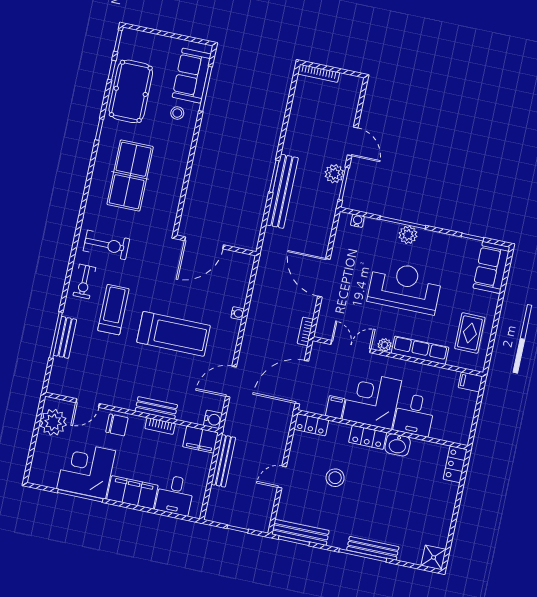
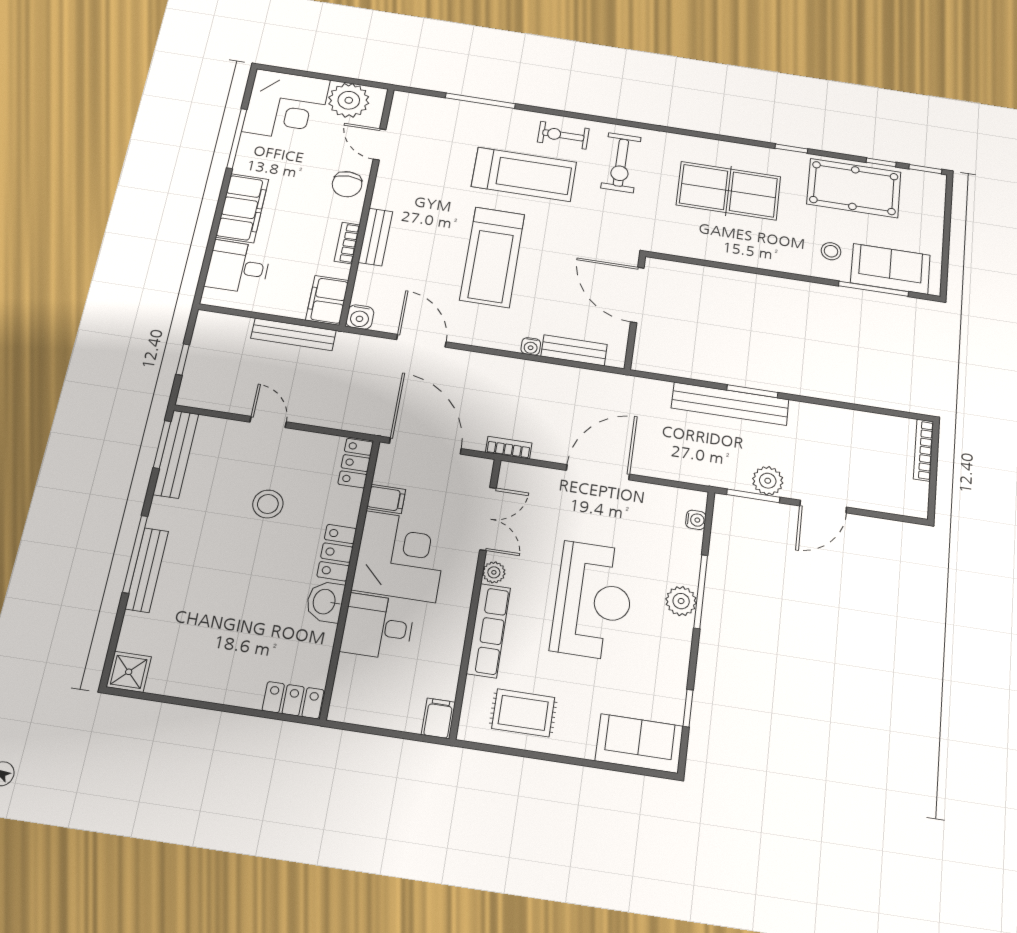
treadmill: (113, 310) -> (524, 174), width x1.37, depth x1.38
bench: (65, 337) -> (574, 350), moved
corner desk: (86, 470) -> (286, 106), moved, turned 90

